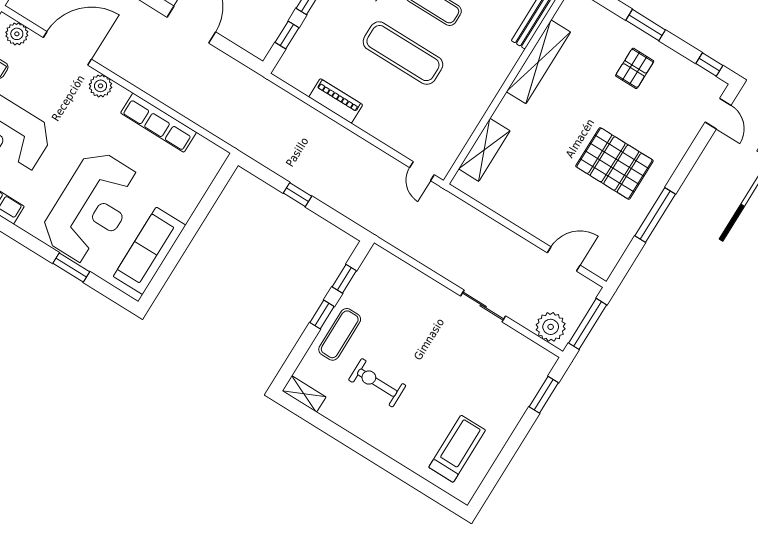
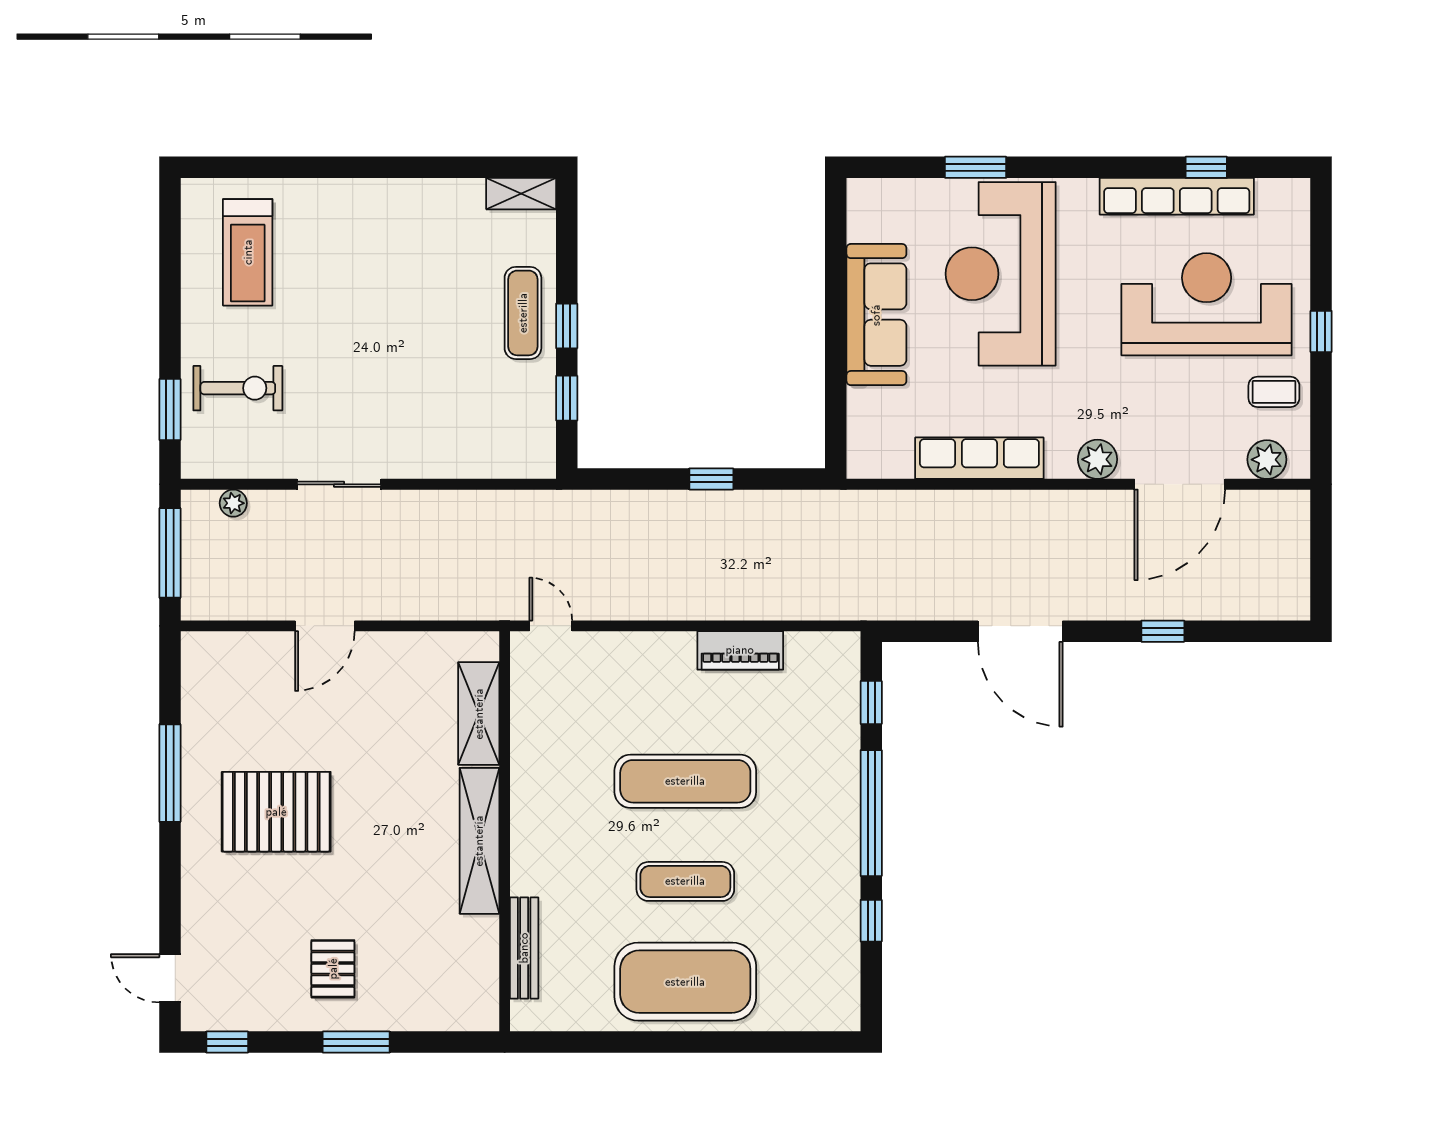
shelving: (538, 62) -> (479, 841), moved
sofa: (150, 251) -> (876, 315), moved
door: (564, 259) -> (325, 626), moved
plant: (551, 327) -> (233, 503), width x0.53, depth x0.53
exercise bike: (377, 383) -> (238, 388), moved

